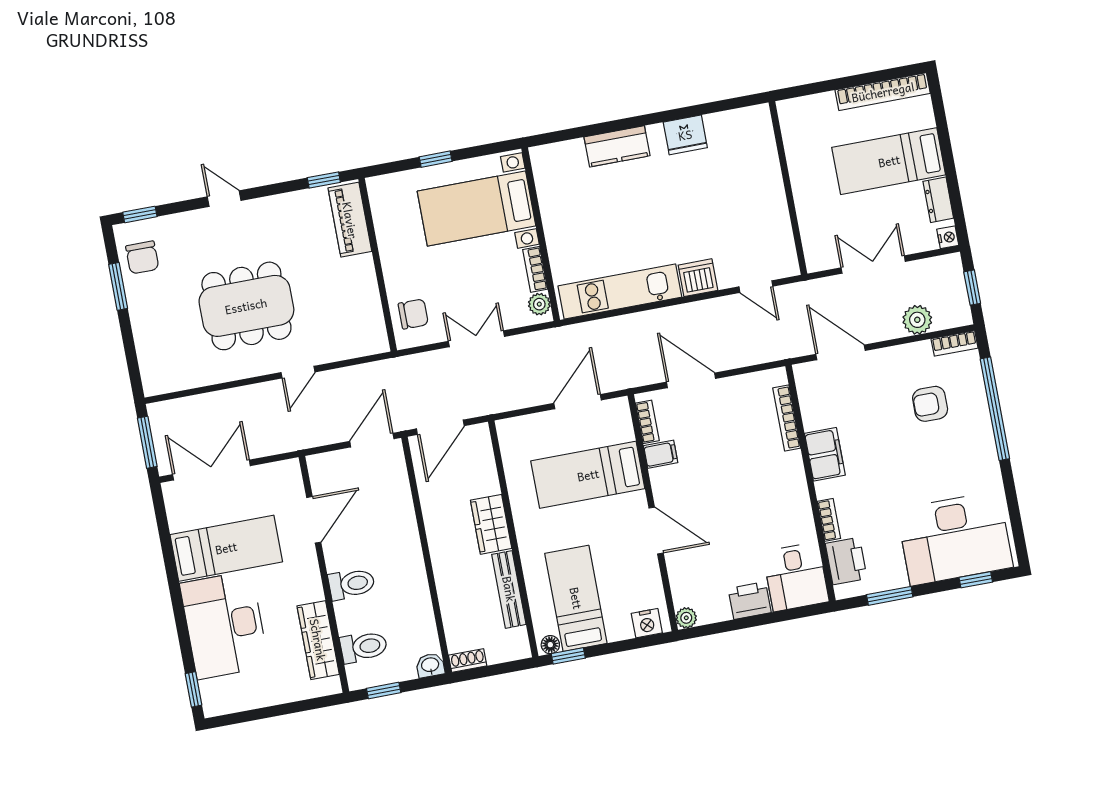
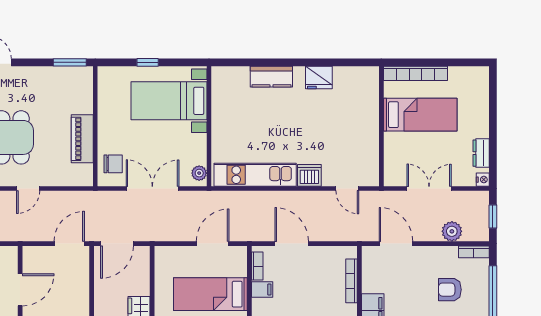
bookcase: (883, 92) -> (415, 73), moved
bed: (889, 161) -> (420, 115), moved, turned 180
window: (324, 180) -> (70, 62), width x1.50
piano: (350, 220) -> (82, 139), moved
bookcase: (535, 269) -> (201, 149), removed
double door: (476, 339) -> (152, 189), width x1.37

